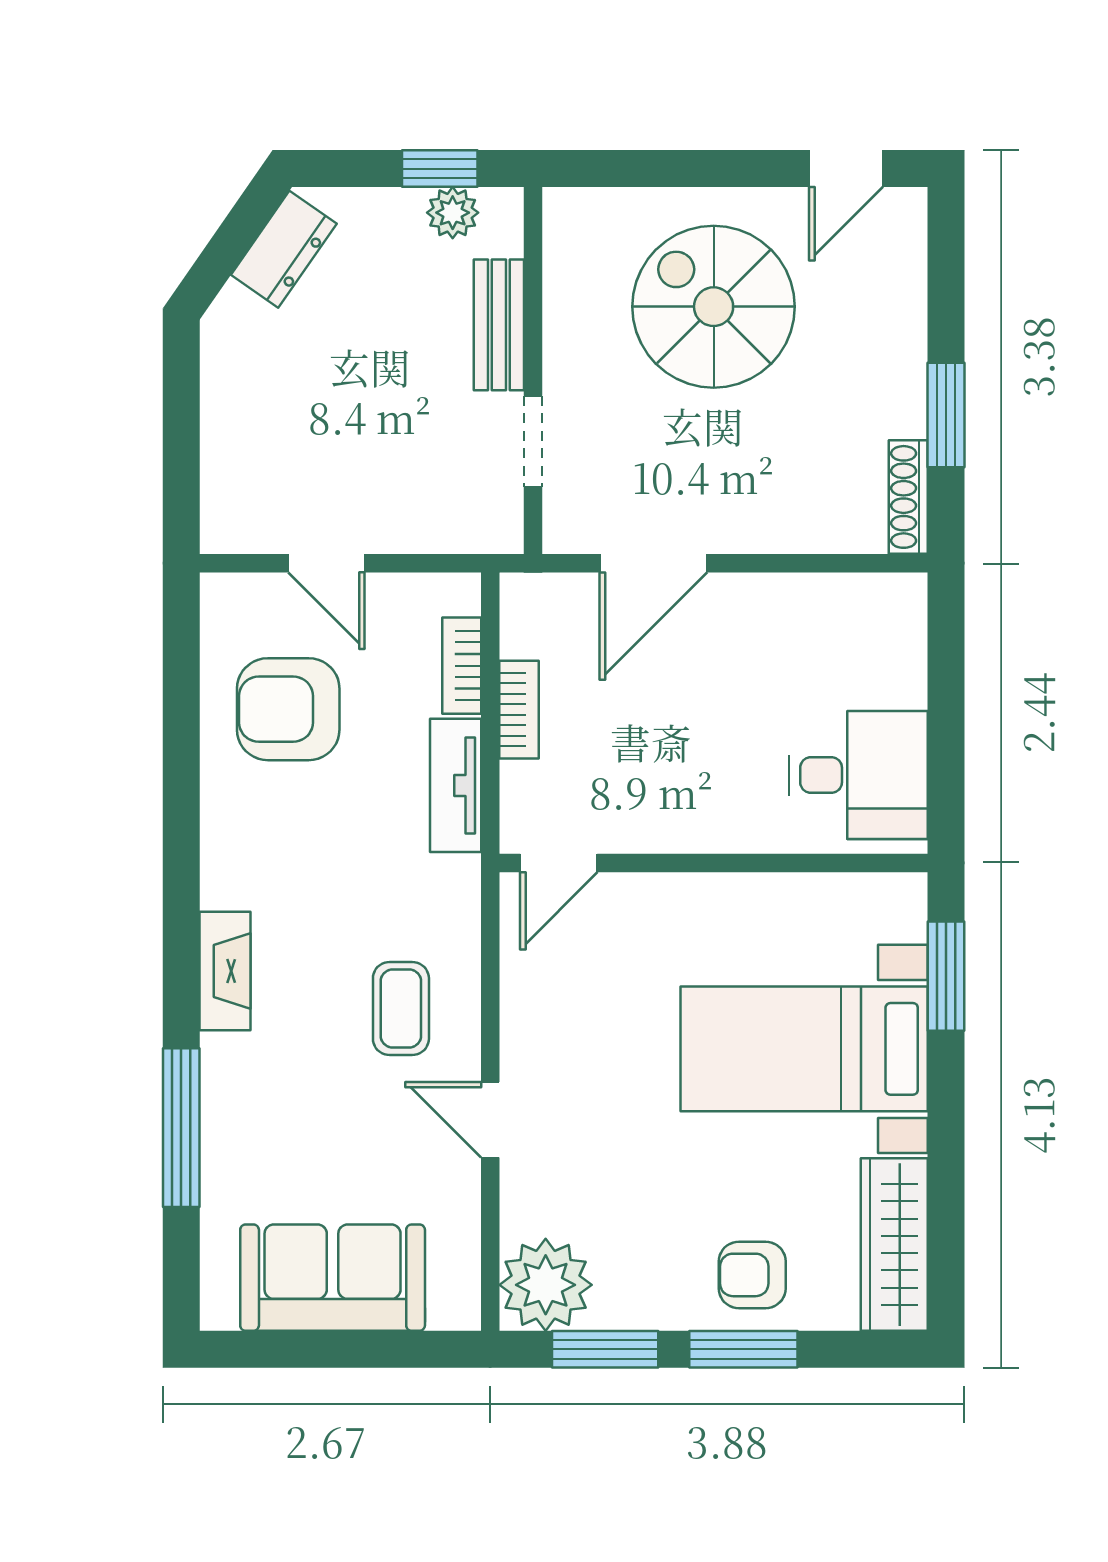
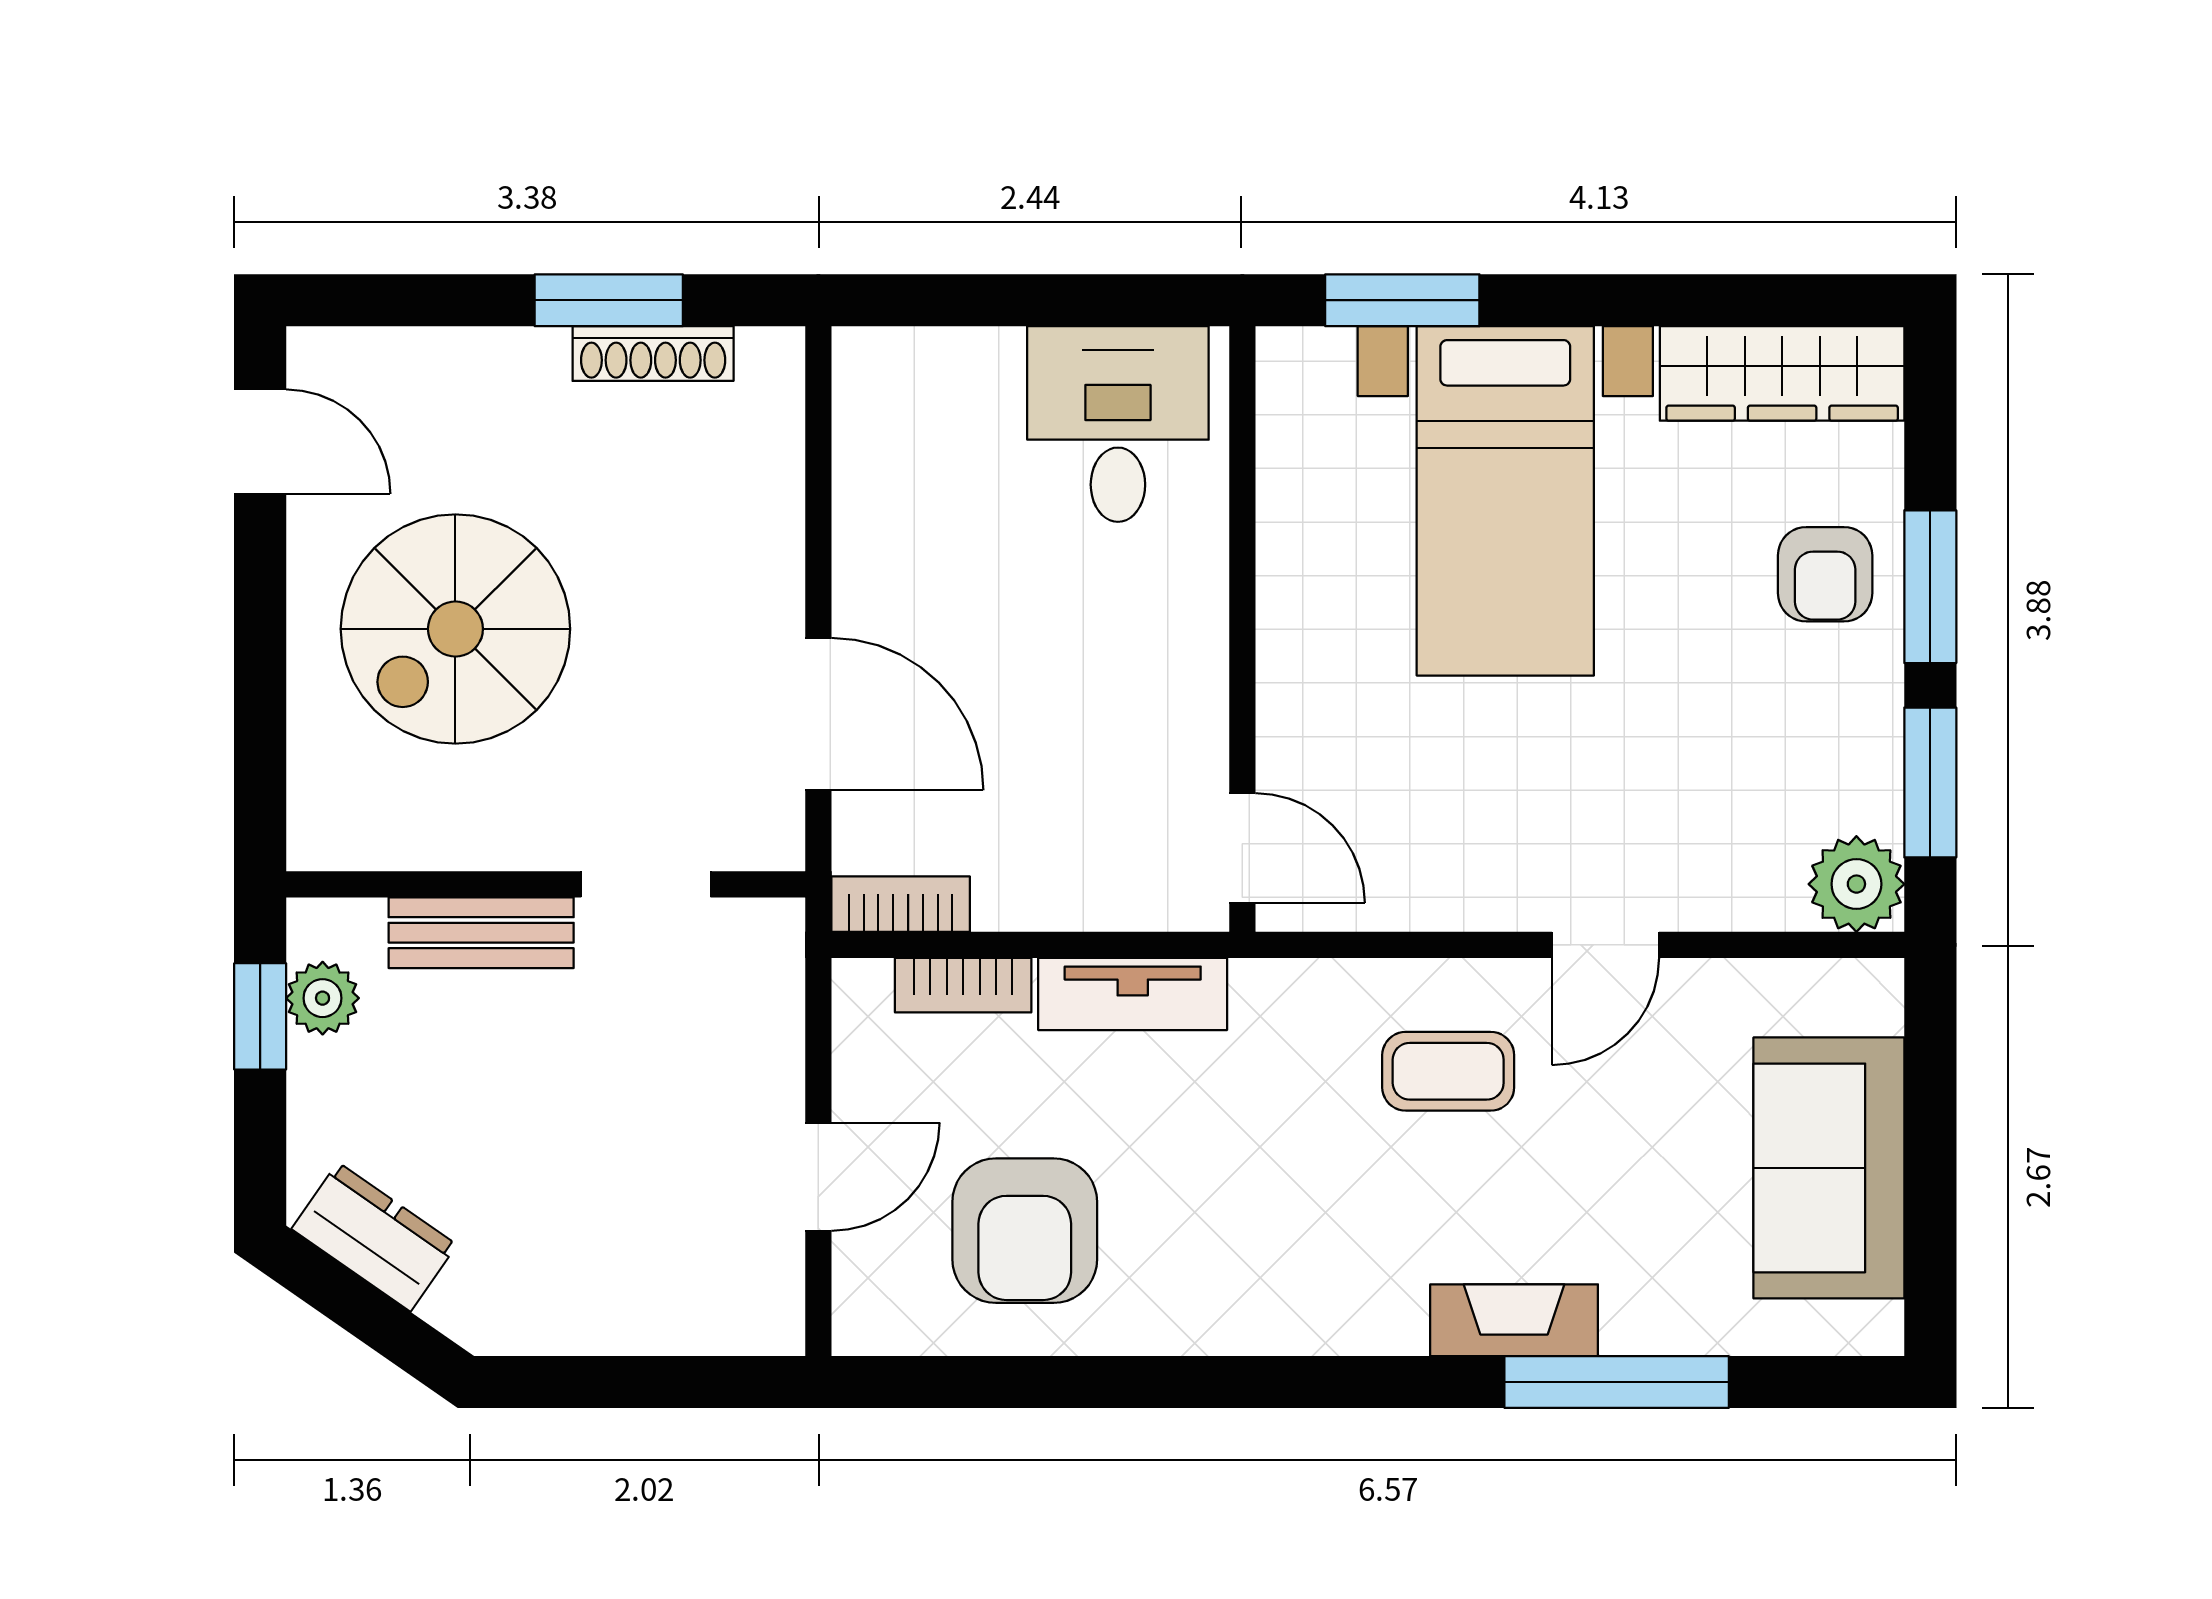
shoe rack: (908, 497) -> (653, 354), moved
bookcase: (519, 710) -> (901, 904), moved
fireplace: (225, 971) -> (1514, 1320), moved
plant: (546, 1285) -> (1856, 884), width x0.73, depth x0.73

